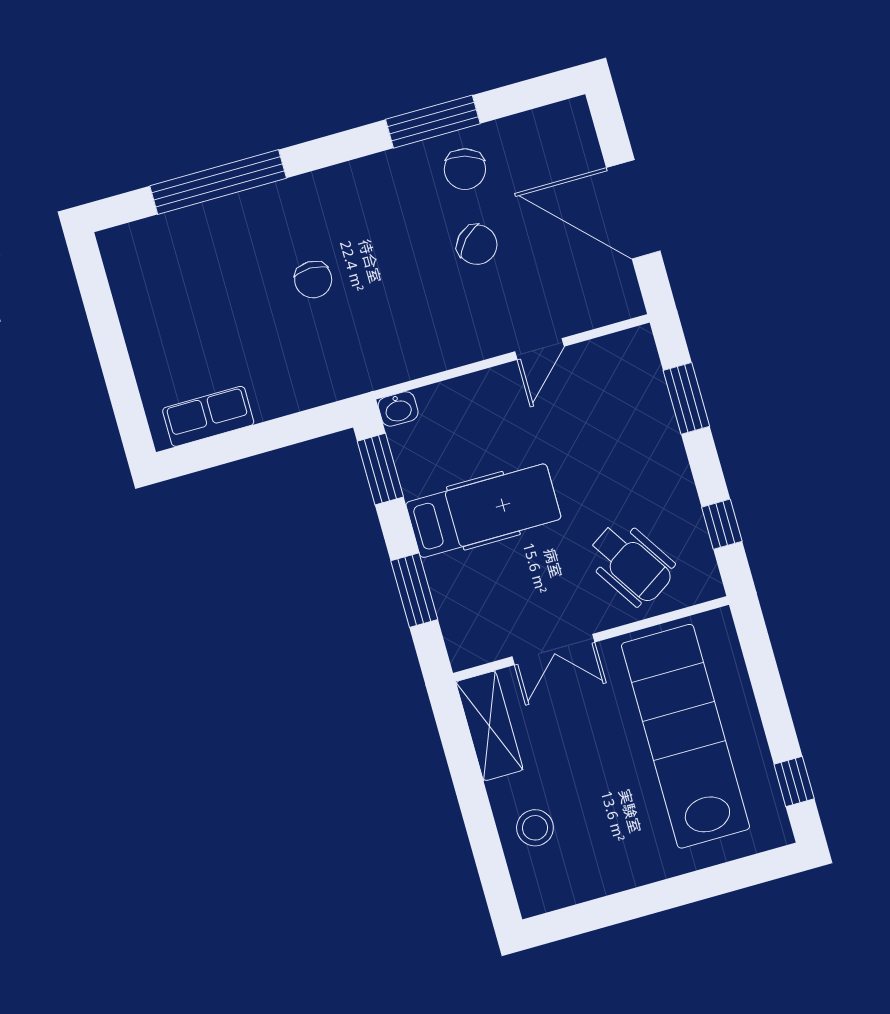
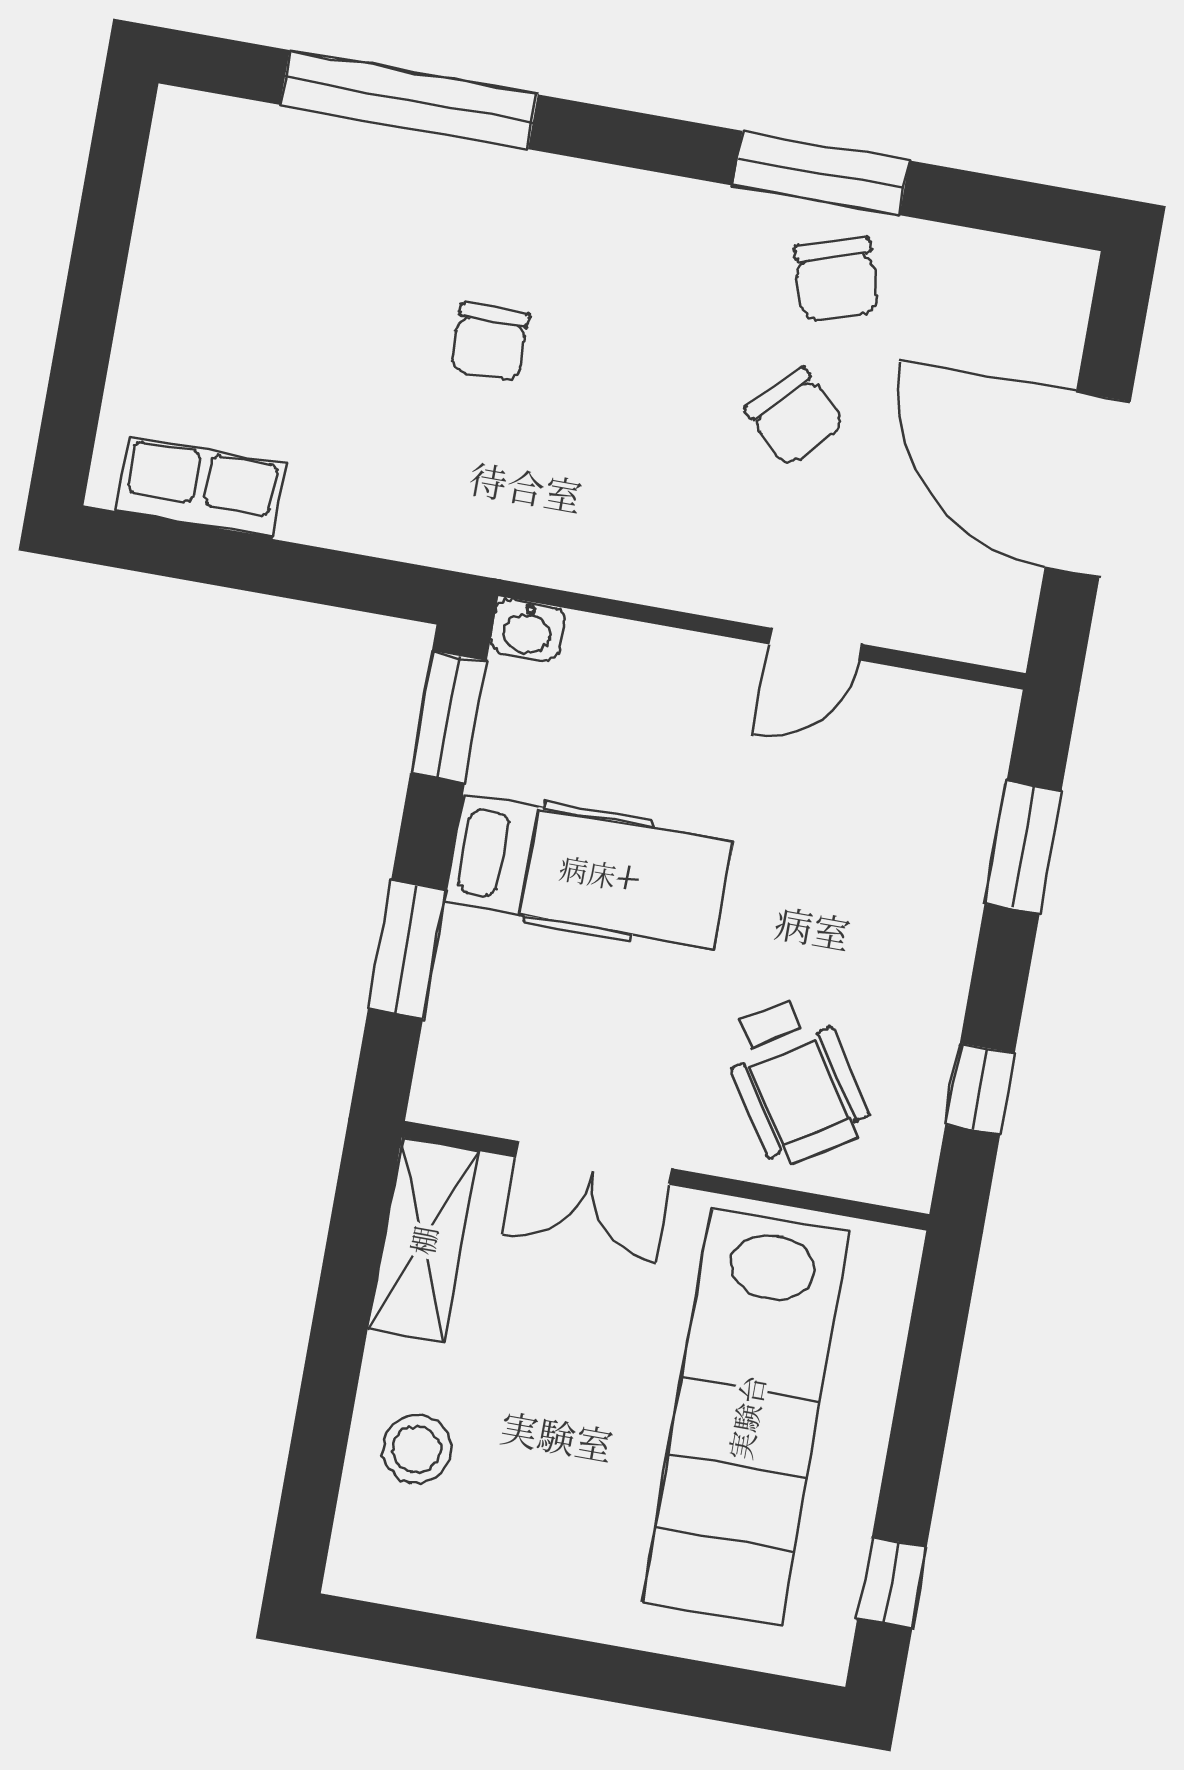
chair: (465, 169) -> (836, 279), turned -33
lab bench: (685, 736) -> (746, 1417), turned 180

